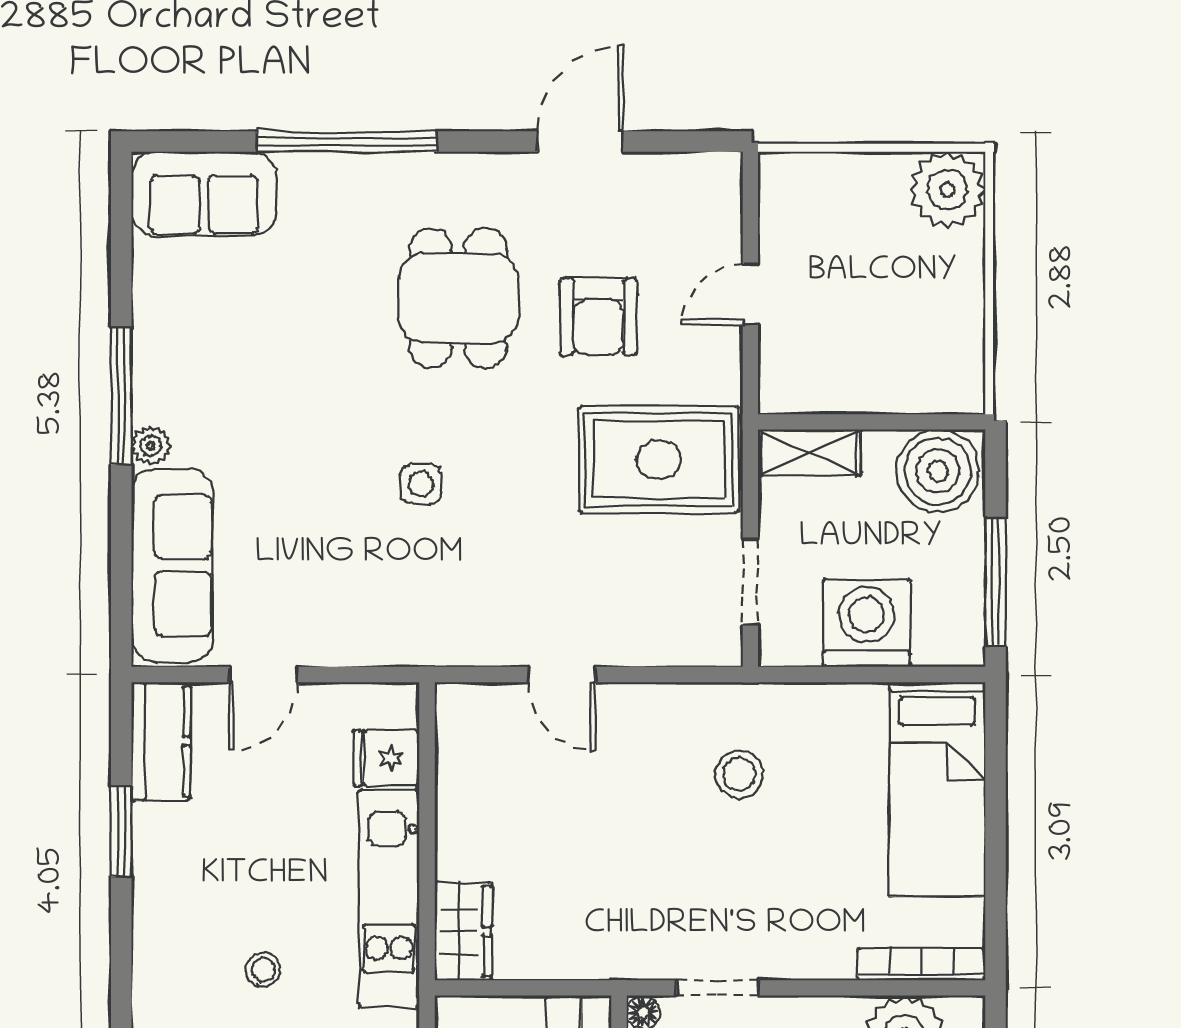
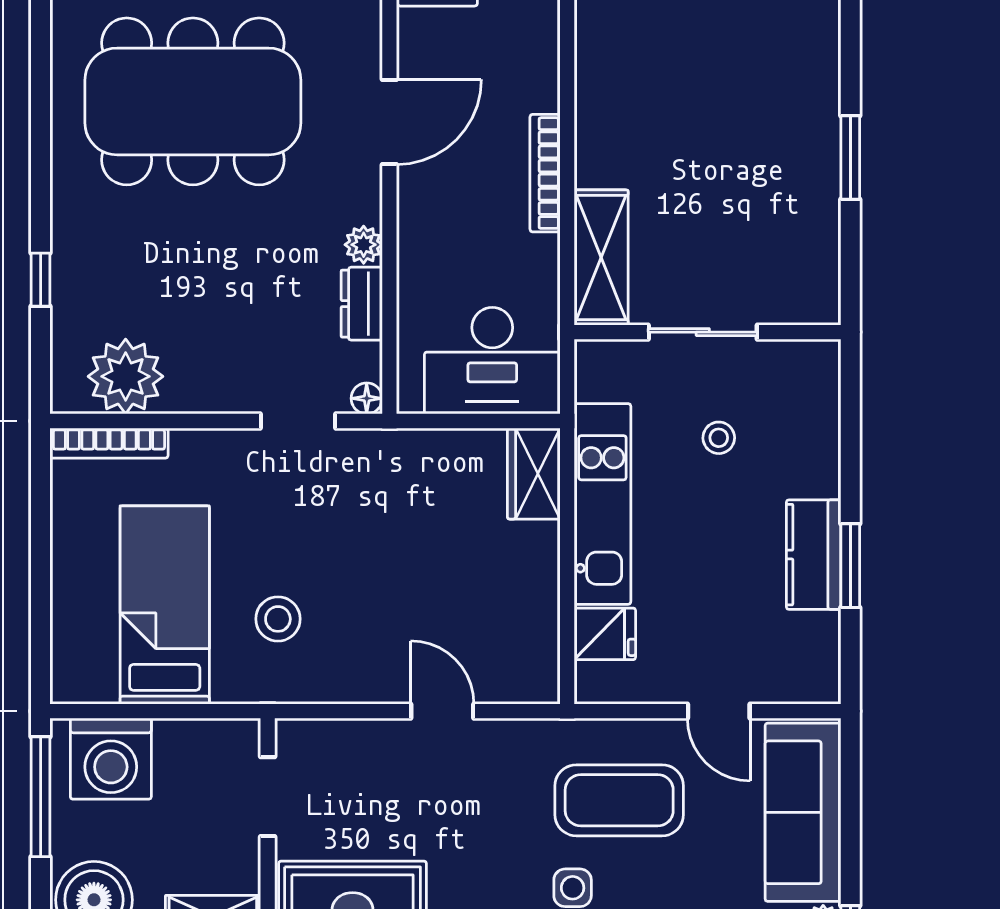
coffee table: (371, 578) -> (619, 800), added
washing machine: (867, 623) -> (111, 759), moved
door: (263, 675) -> (719, 711), swing flipped
kitchen counter: (161, 741) -> (814, 555), moved
bed: (937, 789) -> (165, 605), moved

